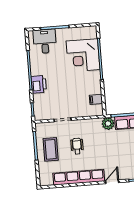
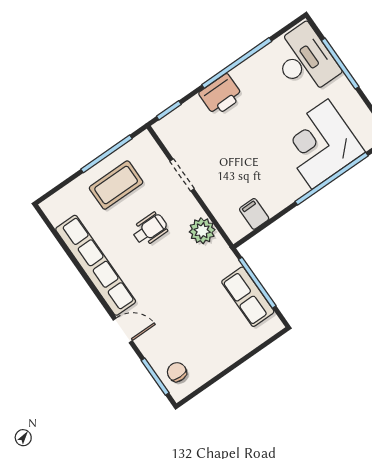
desk: (45, 41) -> (305, 60), width x1.37
plant: (108, 124) -> (202, 231), moved

